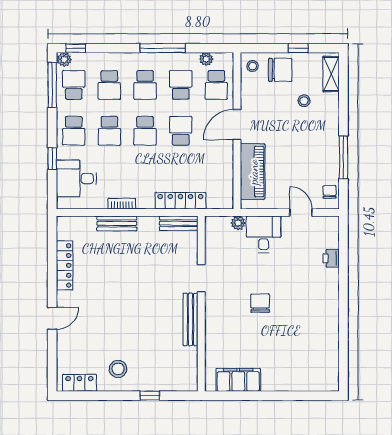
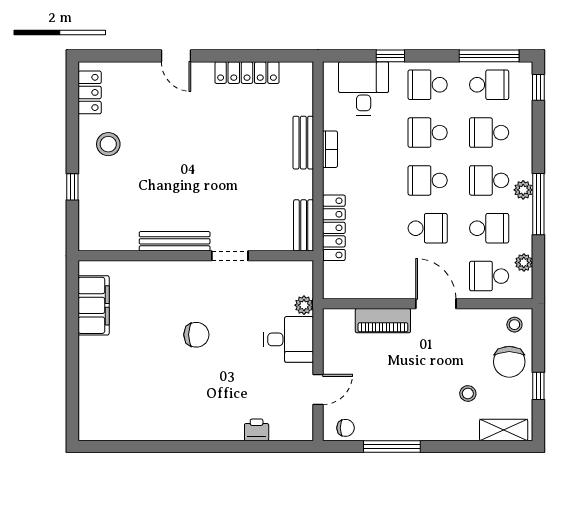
plant: (64, 59) -> (523, 190), moved
piano: (253, 172) -> (383, 321), width x0.73, depth x0.75

